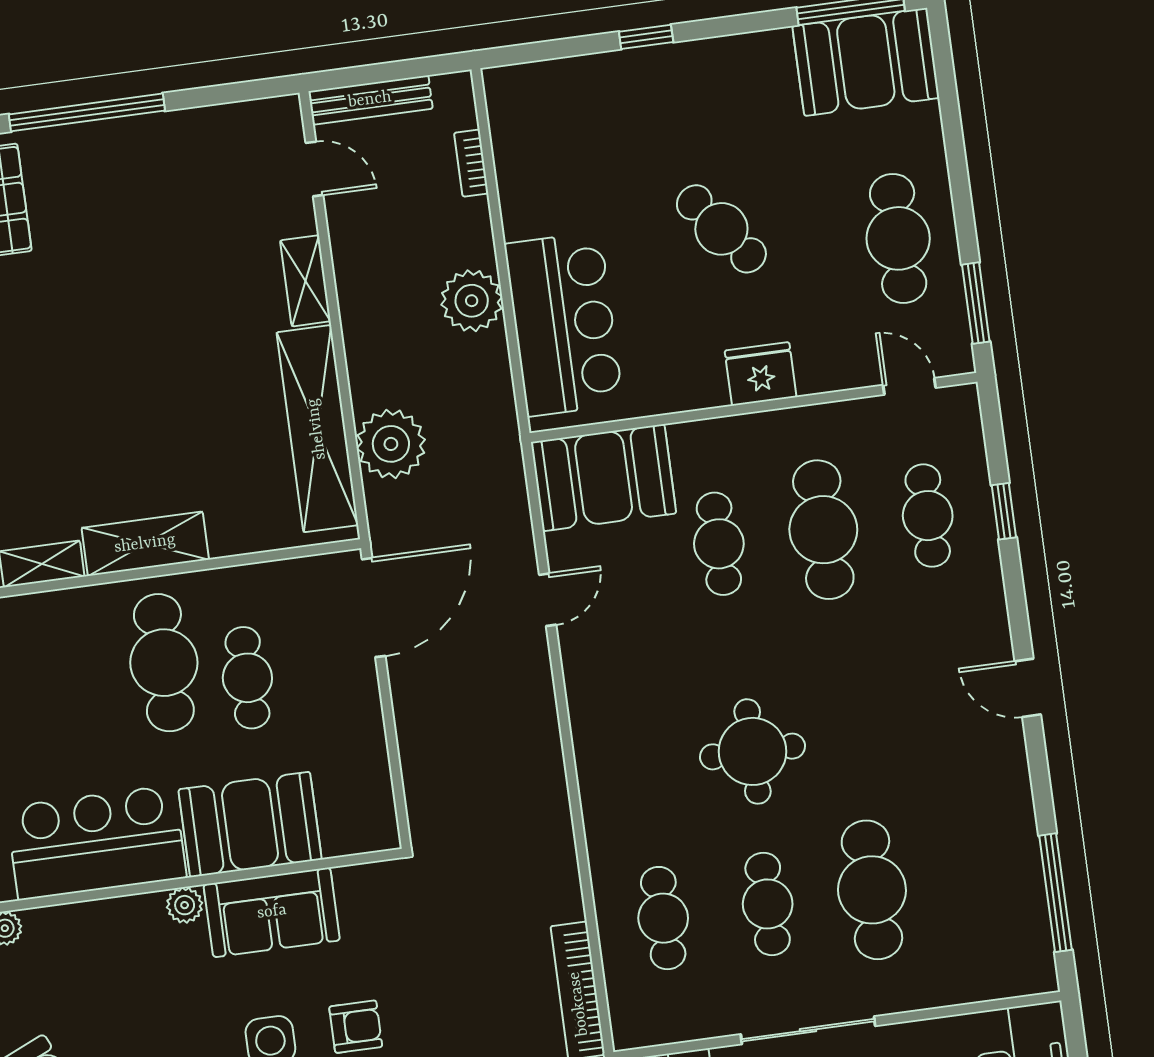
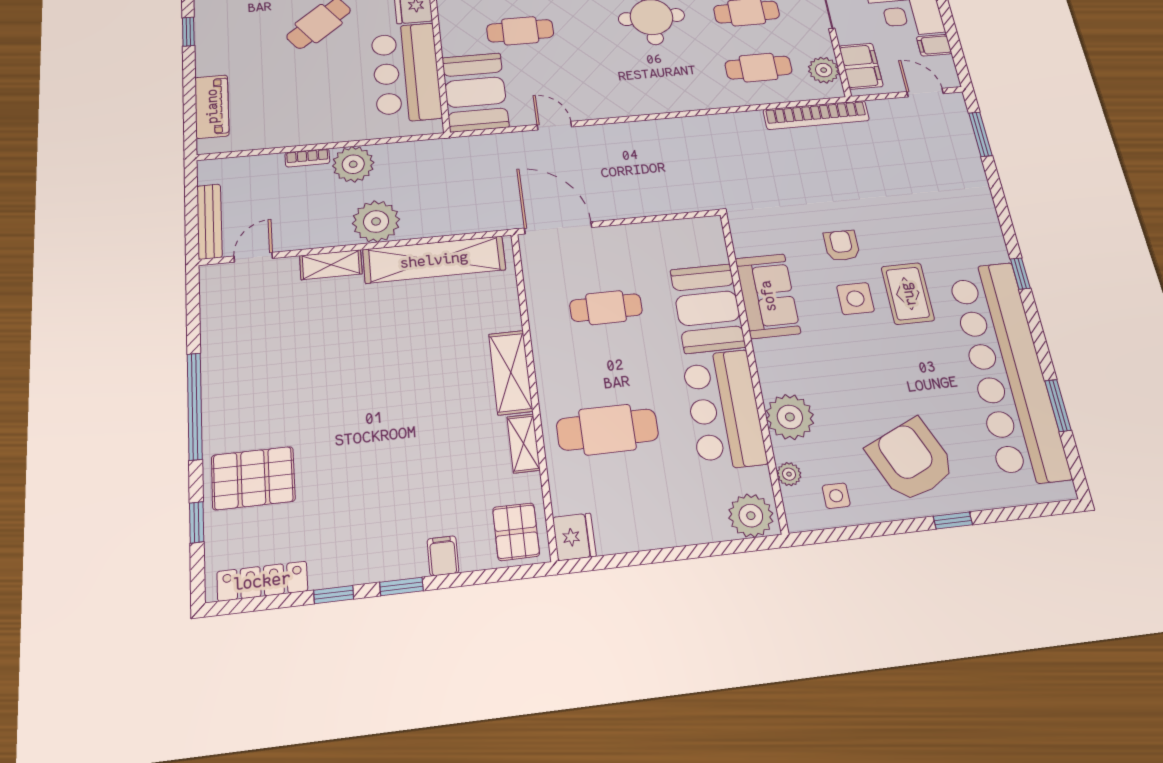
window: (646, 37) -> (188, 32), moved
piano: (565, 81) -> (212, 106), added
bookcase: (471, 163) -> (307, 158), moved
bar counter: (564, 324) -> (406, 73), moved, turned -90
plant: (391, 444) -> (376, 221), moved
cafe table: (164, 663) -> (607, 430), moved
plant: (185, 905) -> (790, 417), moved, width x1.87, depth x1.87
plant: (662, 1021) -> (824, 70), added

